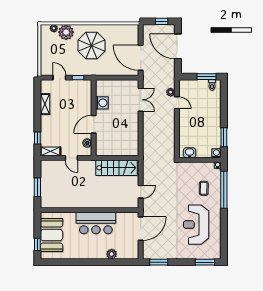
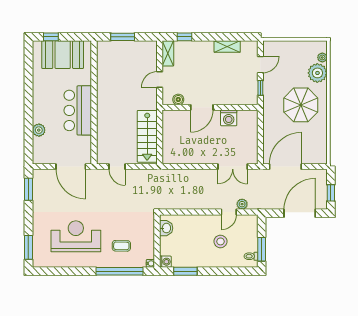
stool: (200, 109) -> (220, 241), added
door: (94, 124) -> (202, 107), swing flipped

